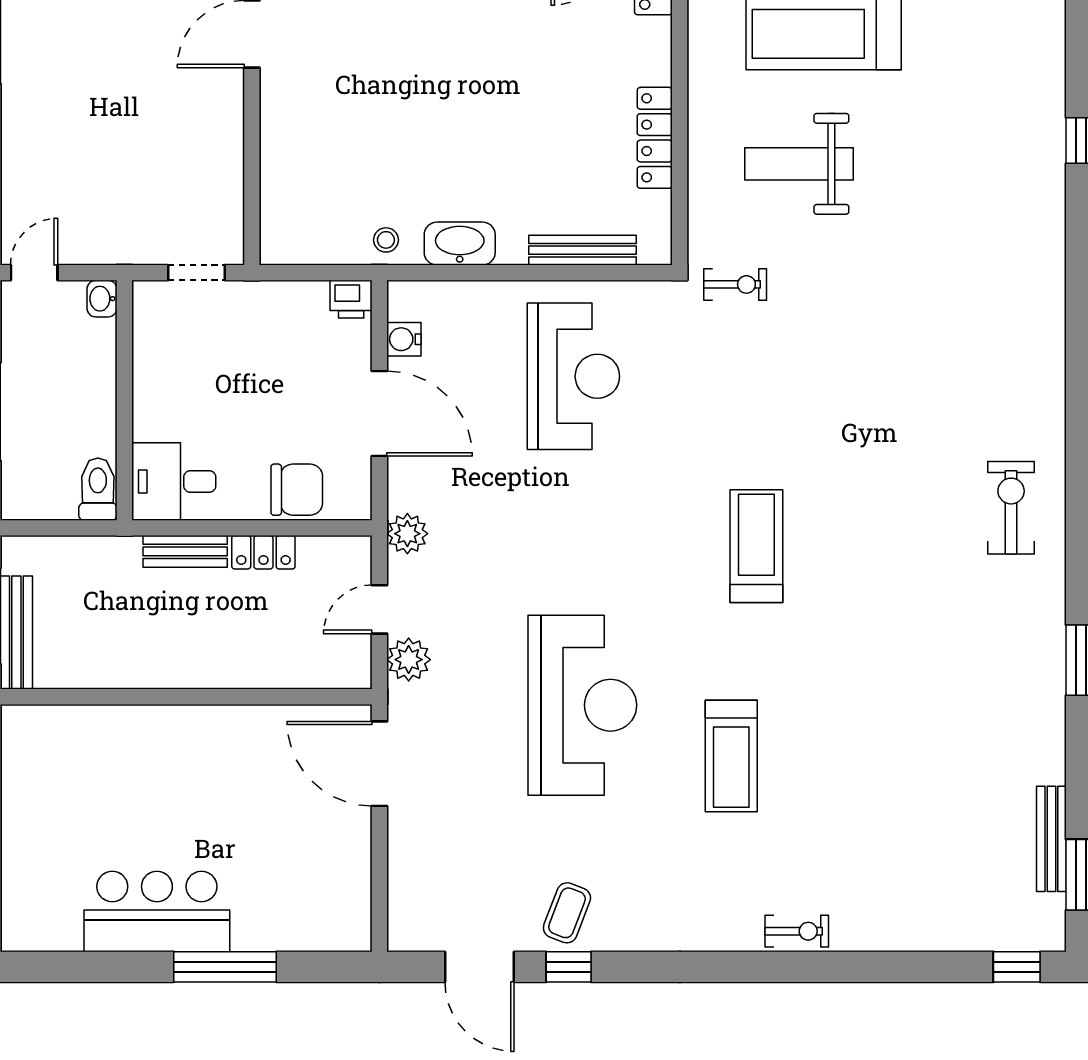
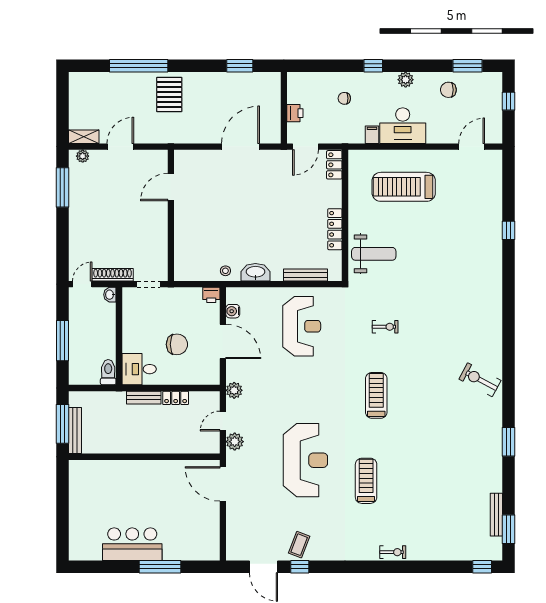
weight bench: (799, 164) -> (374, 254), moved, turned 180
shoe rack: (109, 250) -> (113, 275), added
exercise bike: (735, 284) -> (385, 327), moved
chair: (297, 490) -> (177, 344), moved
exercise bike: (1011, 508) -> (480, 380), turned -62
treadmill: (731, 756) -> (366, 481), turned 180

